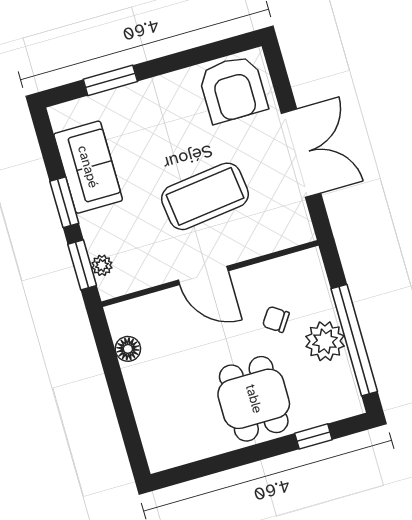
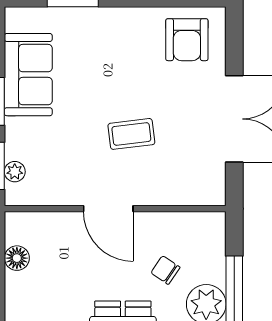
armchair: (233, 89) -> (187, 40), width x0.73, depth x0.73
coffee table: (205, 196) -> (131, 134), width x0.54, depth x0.58

